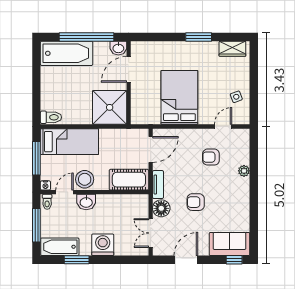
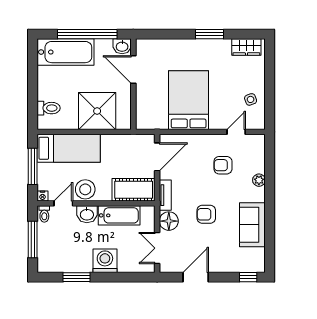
door: (129, 69) -> (133, 70), hinge flipped
shower: (110, 107) -> (97, 111), moved
toilet: (51, 117) -> (49, 108), moved
sofa: (229, 244) -> (252, 225), moved, turned -90
bathtub: (60, 247) -> (119, 215), moved, turned 180

